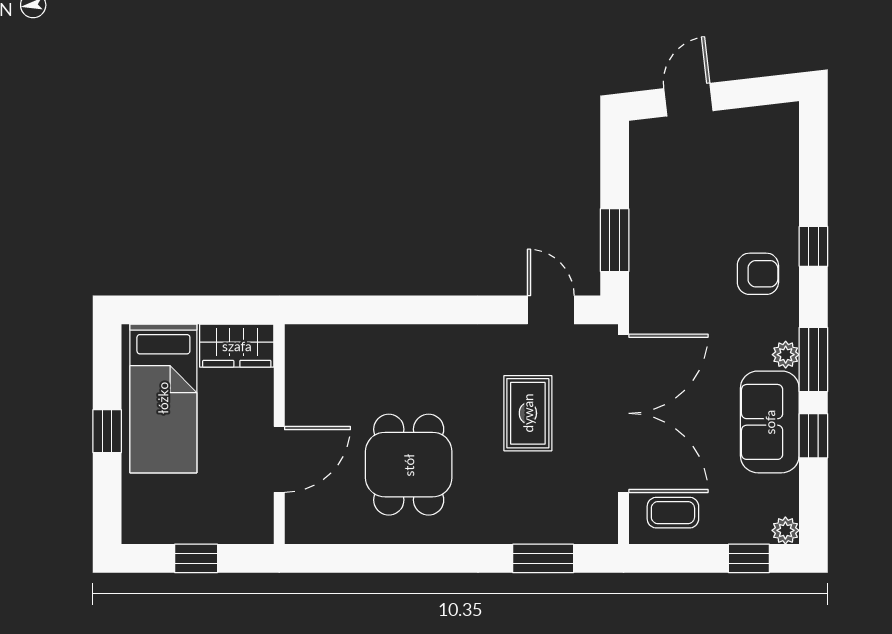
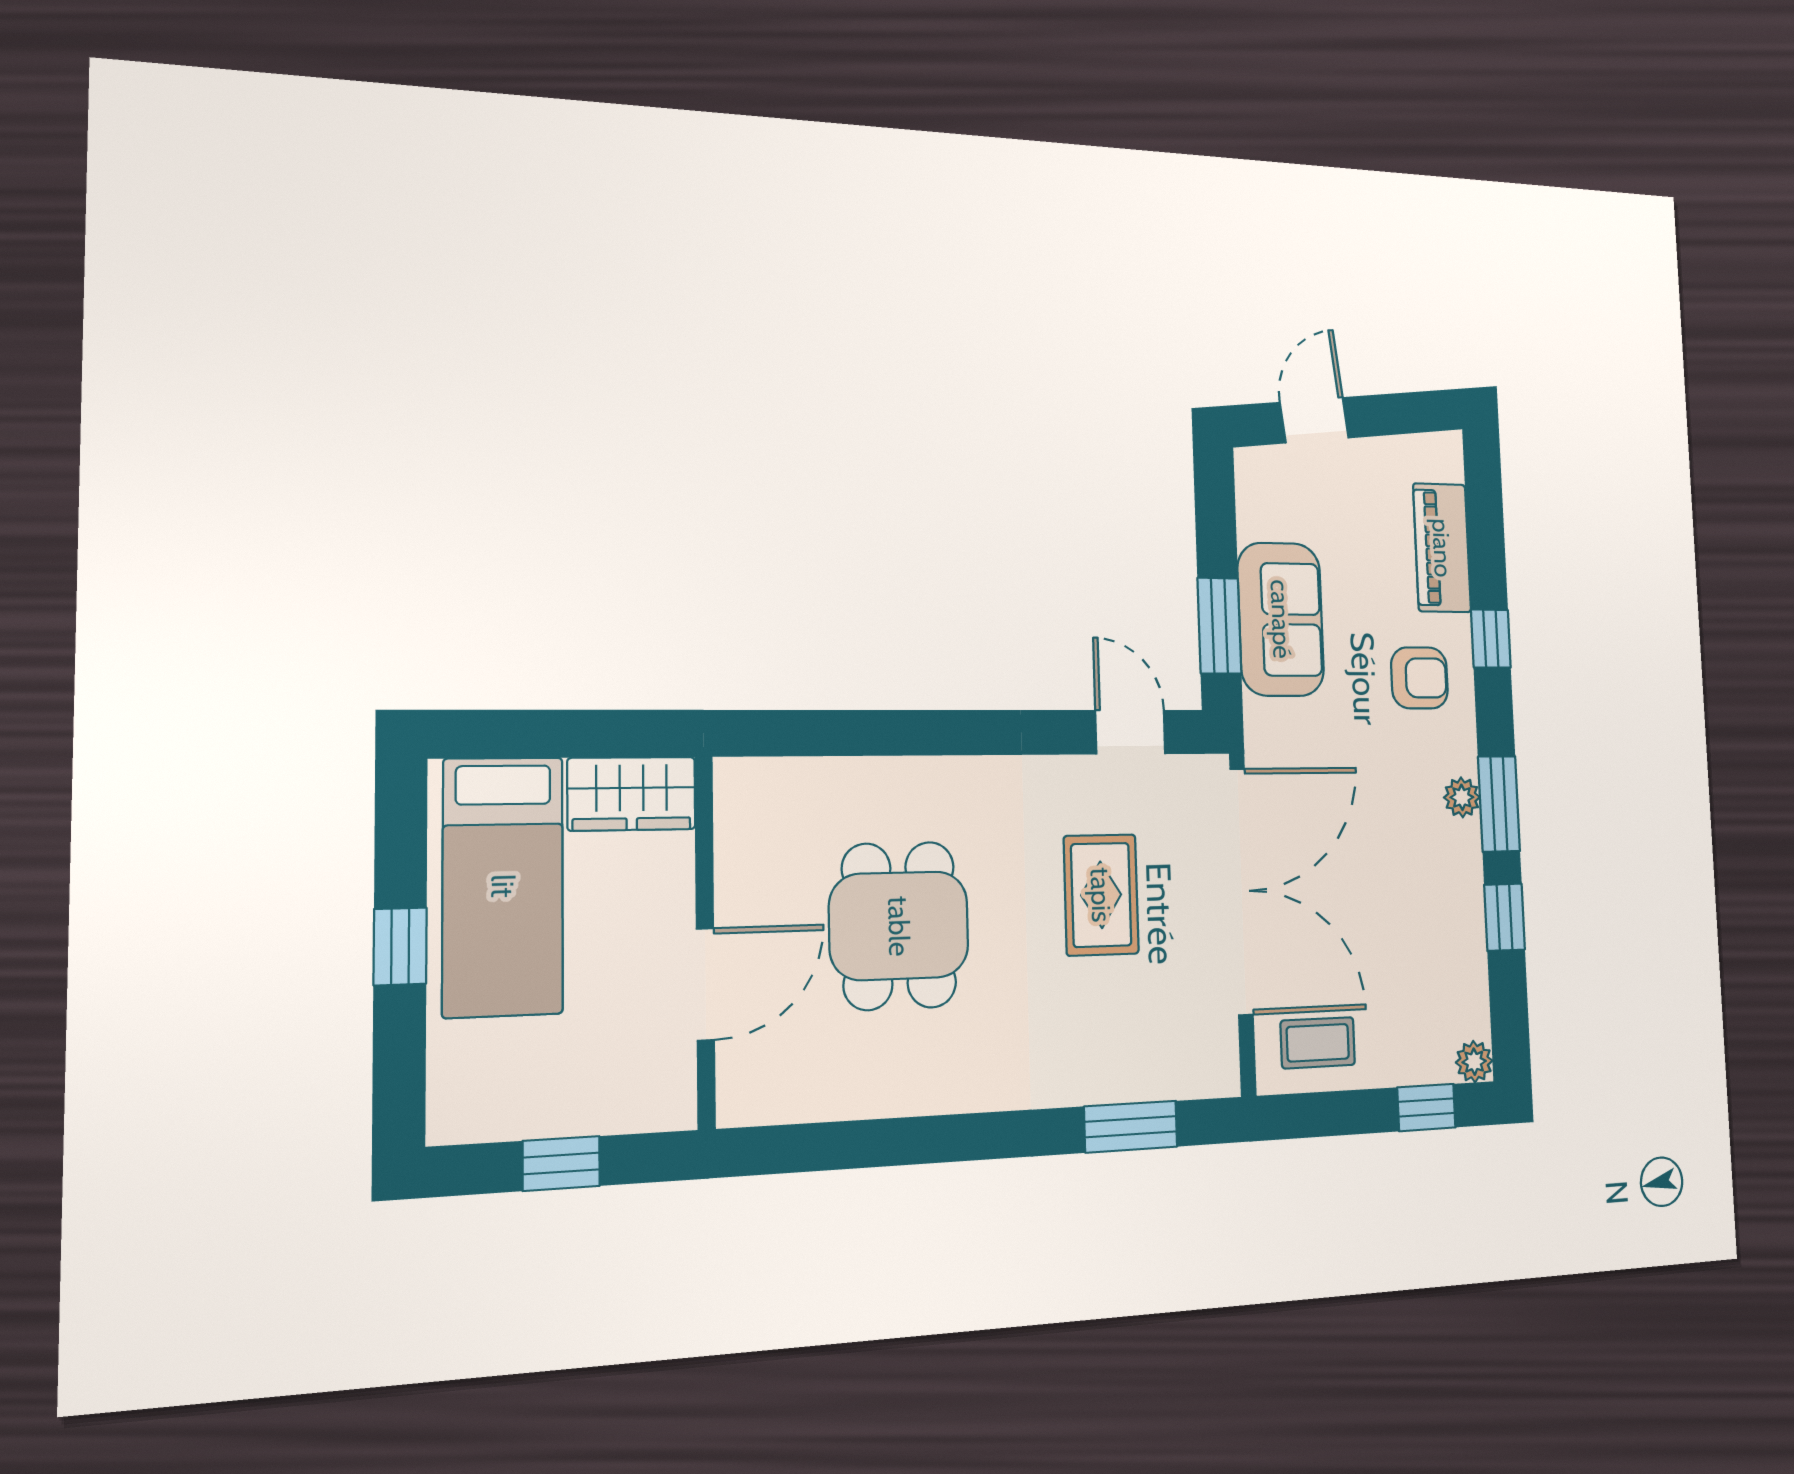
piano: (779, 184) -> (1442, 548), added
sofa: (770, 422) -> (1281, 619), moved, turned 180
dining table: (409, 465) -> (899, 926), moved

